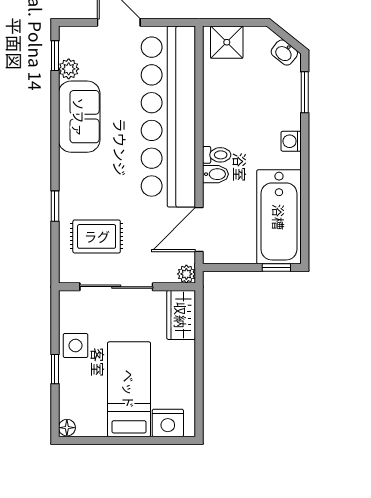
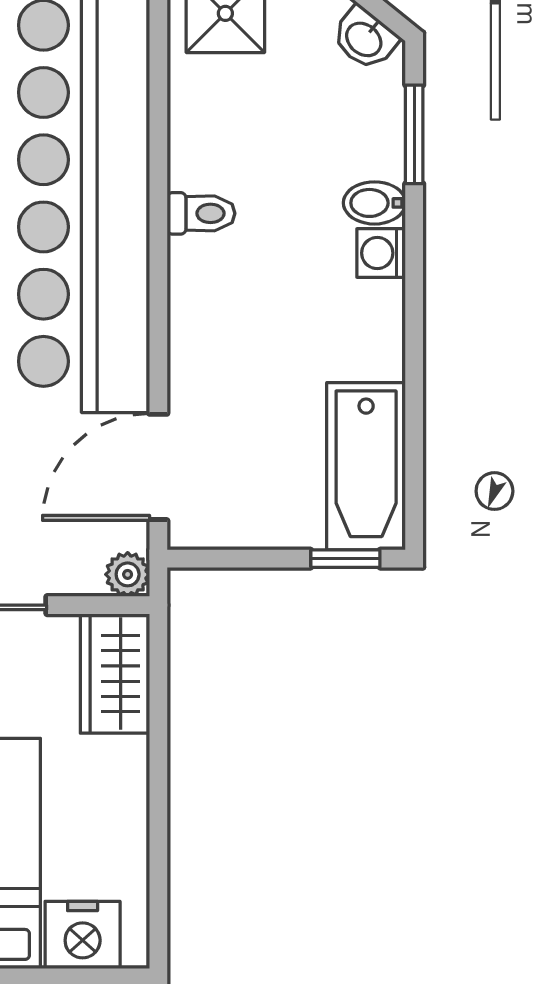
toilet: (217, 155) -> (201, 213), moved
bidet: (216, 174) -> (374, 203), moved, turned 180
bathtub: (279, 217) -> (366, 466), width x0.73, depth x0.73

